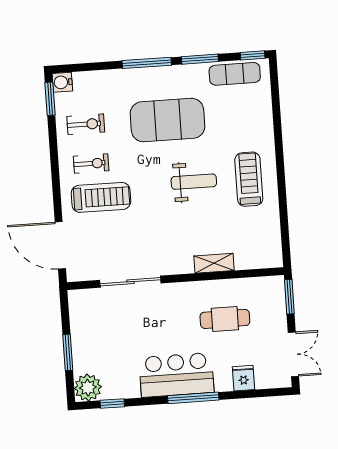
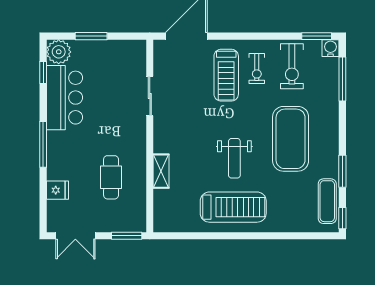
window: (147, 63) -> (342, 79), moved
exercise bike: (86, 124) -> (292, 66), width x1.38, depth x1.39
treadmill: (249, 179) -> (233, 207), width x1.37, depth x1.38
sliding door: (130, 282) -> (150, 96), width x0.73
bar counter: (177, 375) -> (64, 98), moved

